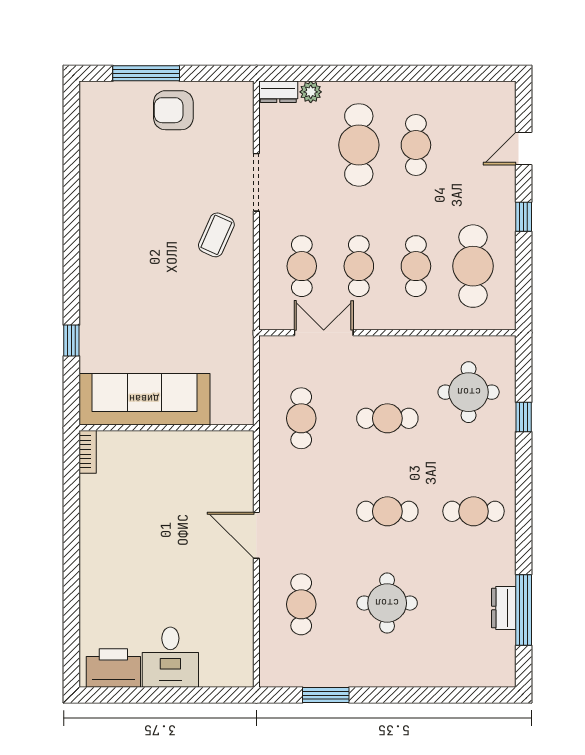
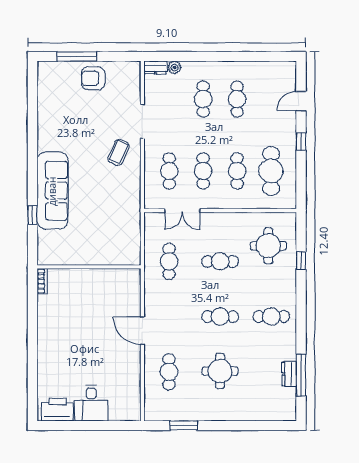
cafe table: (359, 145) -> (203, 99), width x0.73, depth x0.74
double door: (324, 333) -> (182, 211), swing flipped
sofa: (144, 399) -> (52, 191), moved, turned 90

